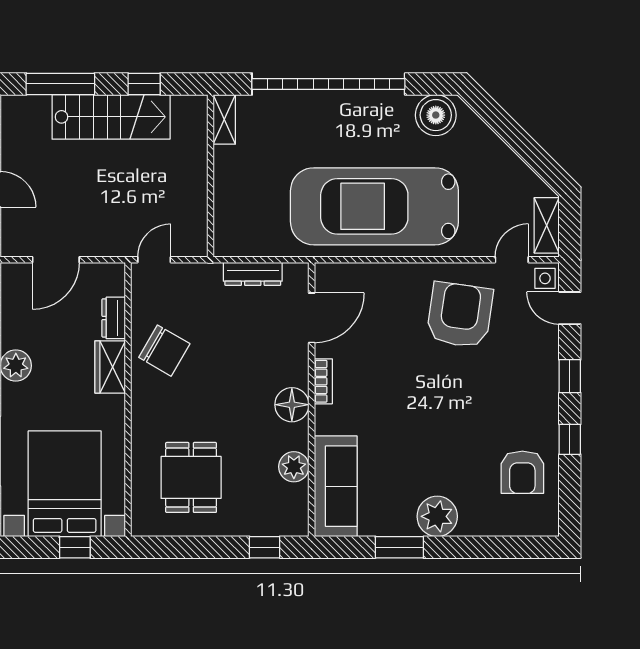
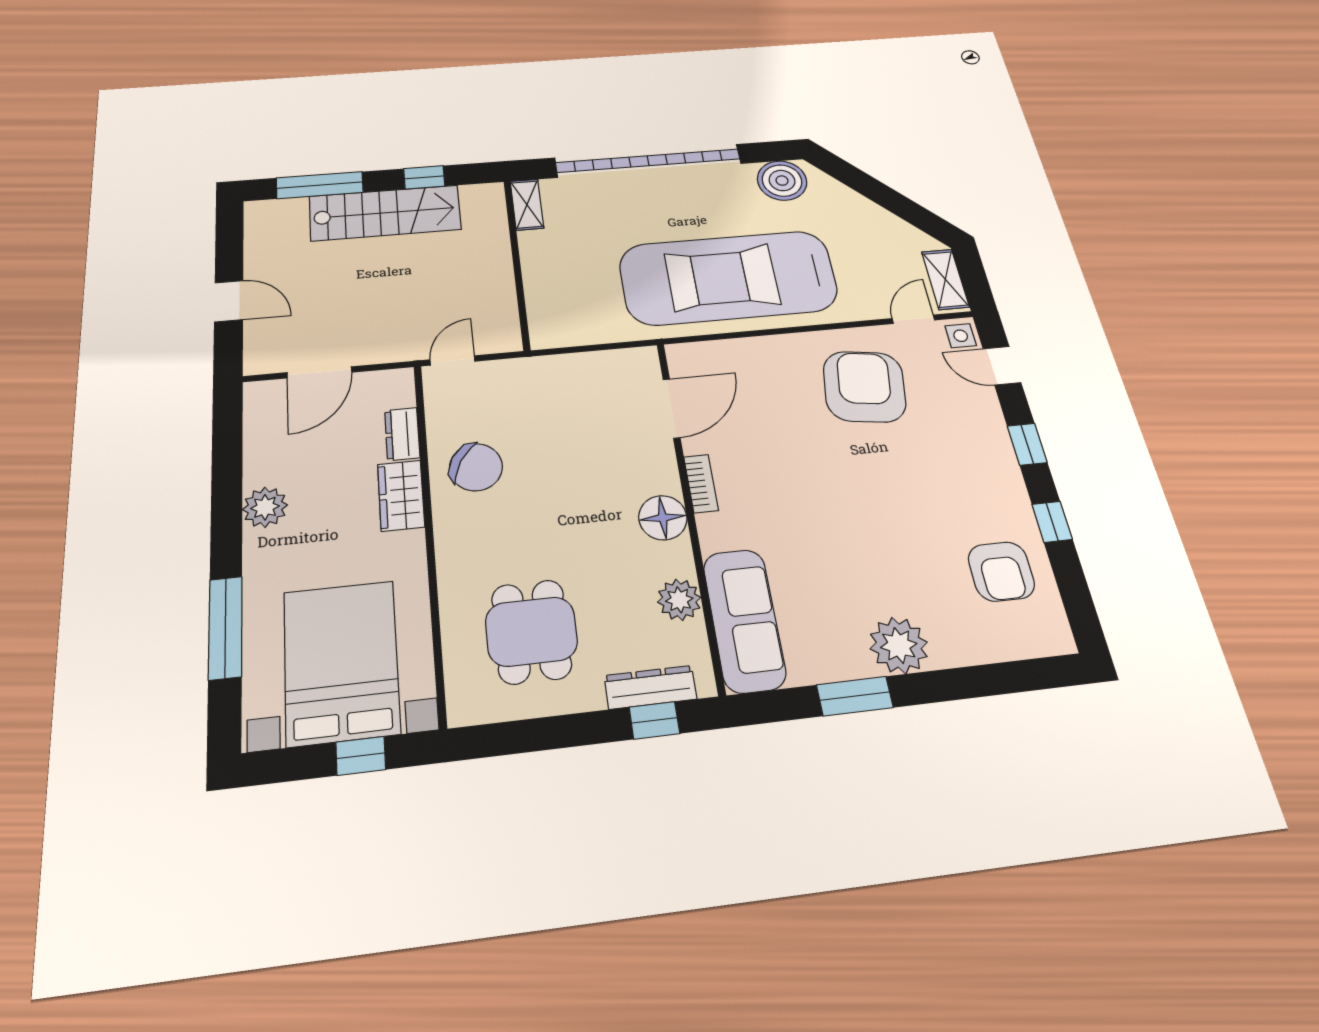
dresser: (253, 274) -> (650, 687), moved, turned 180

